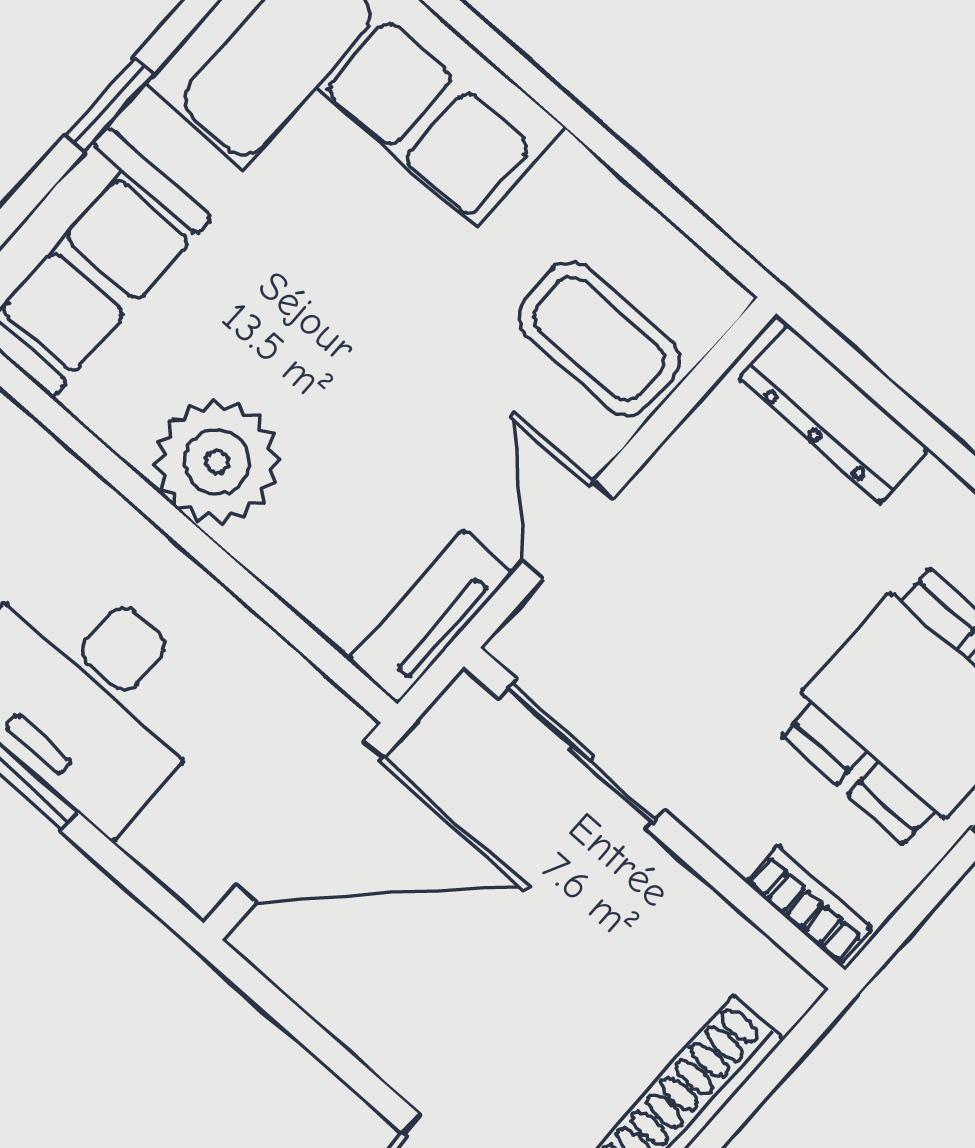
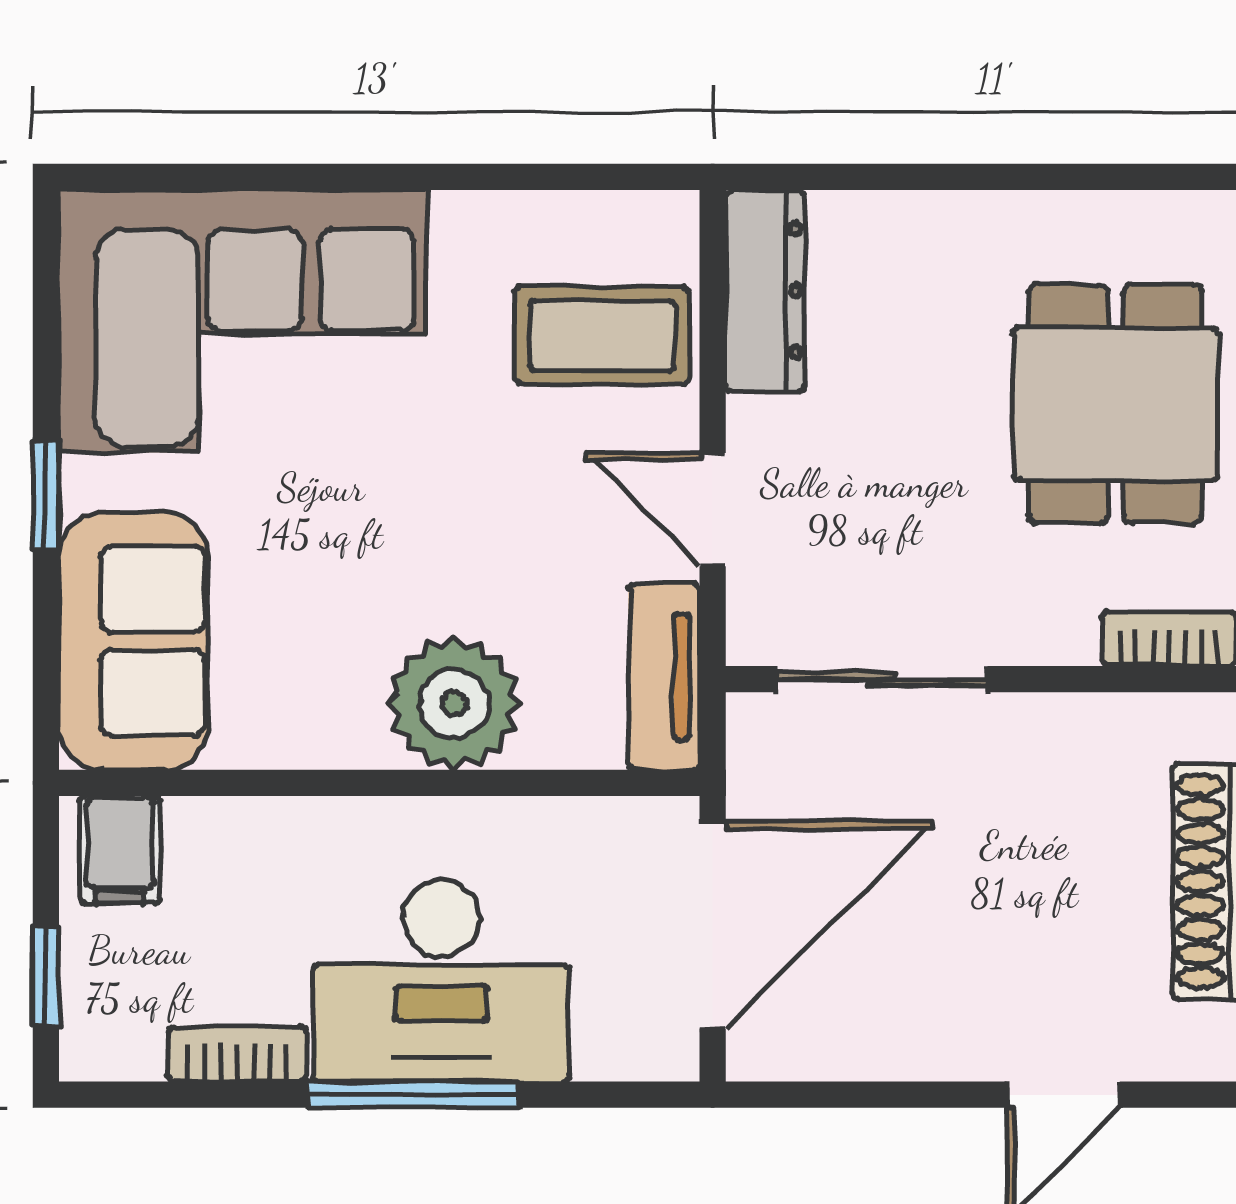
dresser: (834, 414) -> (765, 291), moved, turned -90
plant: (217, 462) -> (454, 703), moved

